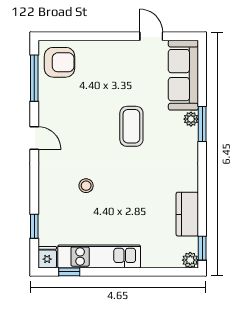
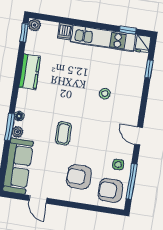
armchair: (103, 73) -> (79, 177), added
side table: (55, 97) -> (118, 165), added
coffee table: (131, 126) -> (63, 133), width x0.73, depth x0.77
floor lamp: (192, 140) -> (19, 116), added
kitchen counter: (187, 214) -> (30, 72), moved
dishwasher: (150, 258) -> (65, 31), added

